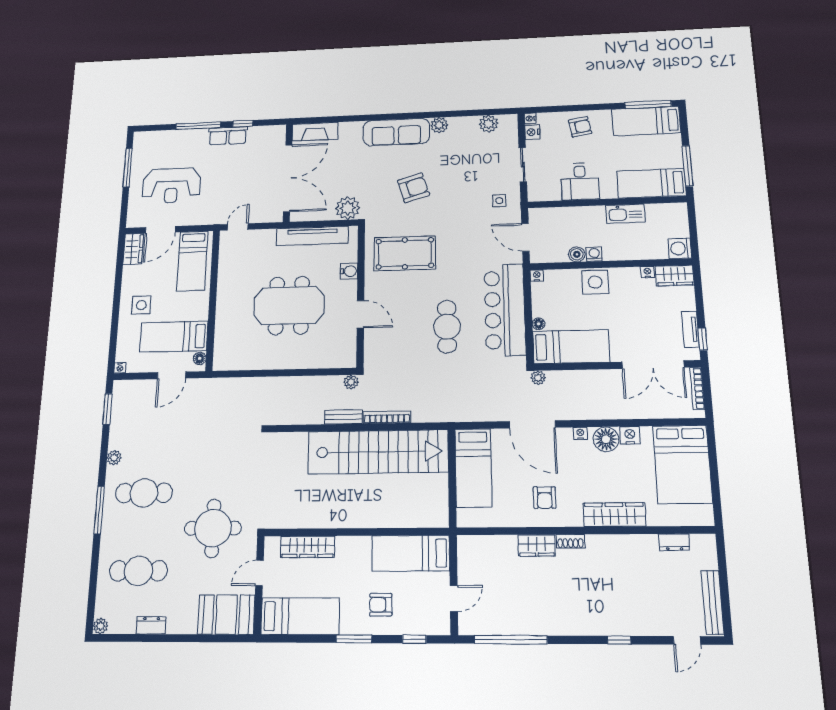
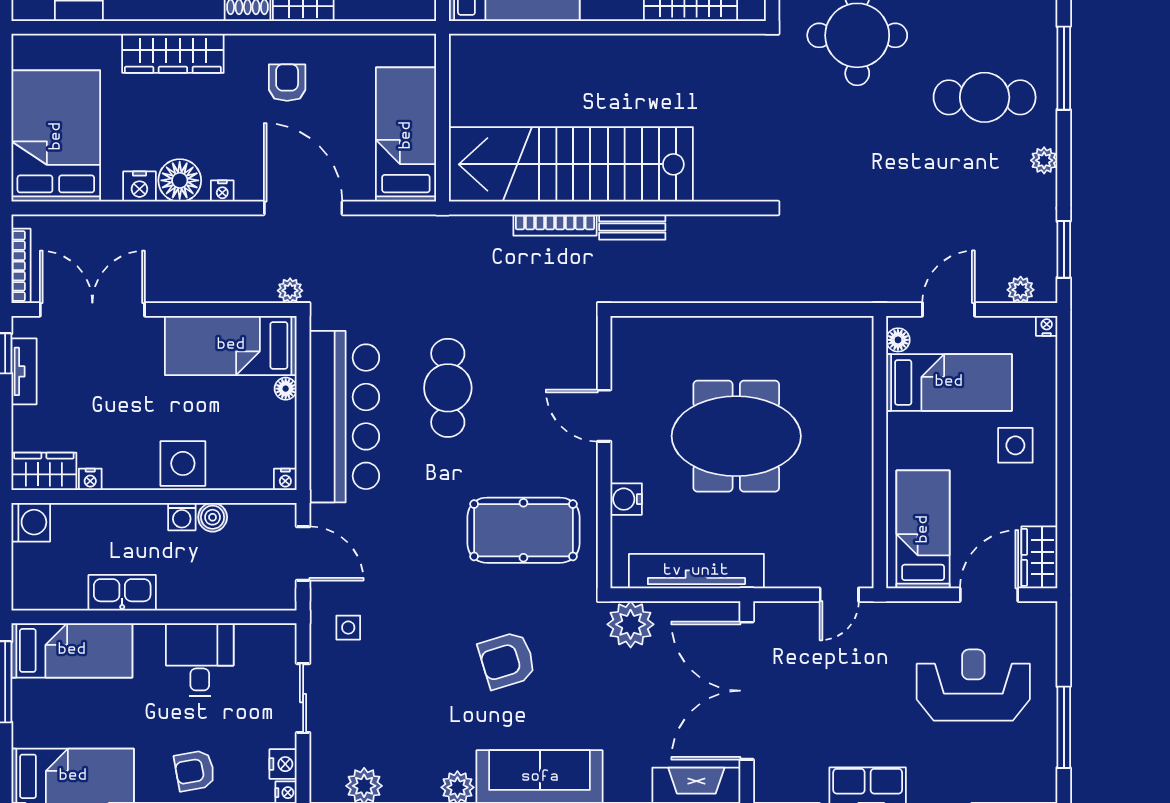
plant: (351, 382) -> (1021, 290), moved

